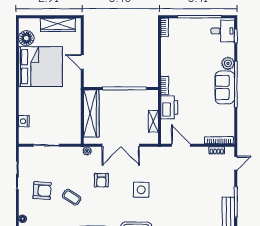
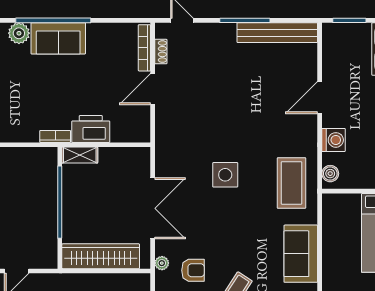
shelving: (153, 121) -> (80, 155), moved
door: (181, 145) -> (153, 89), moved
armchair: (101, 180) -> (193, 270), moved

